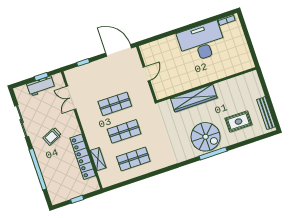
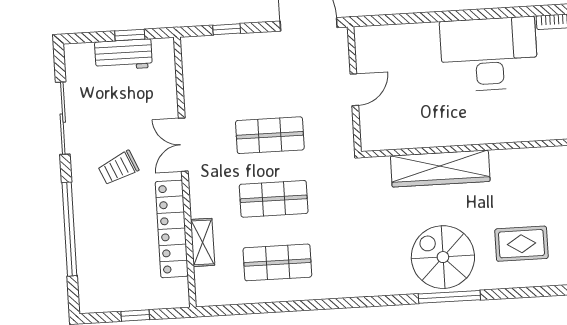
double door: (71, 98) -> (183, 145), moved
spiral stairs: (206, 137) -> (443, 257), turned 180

